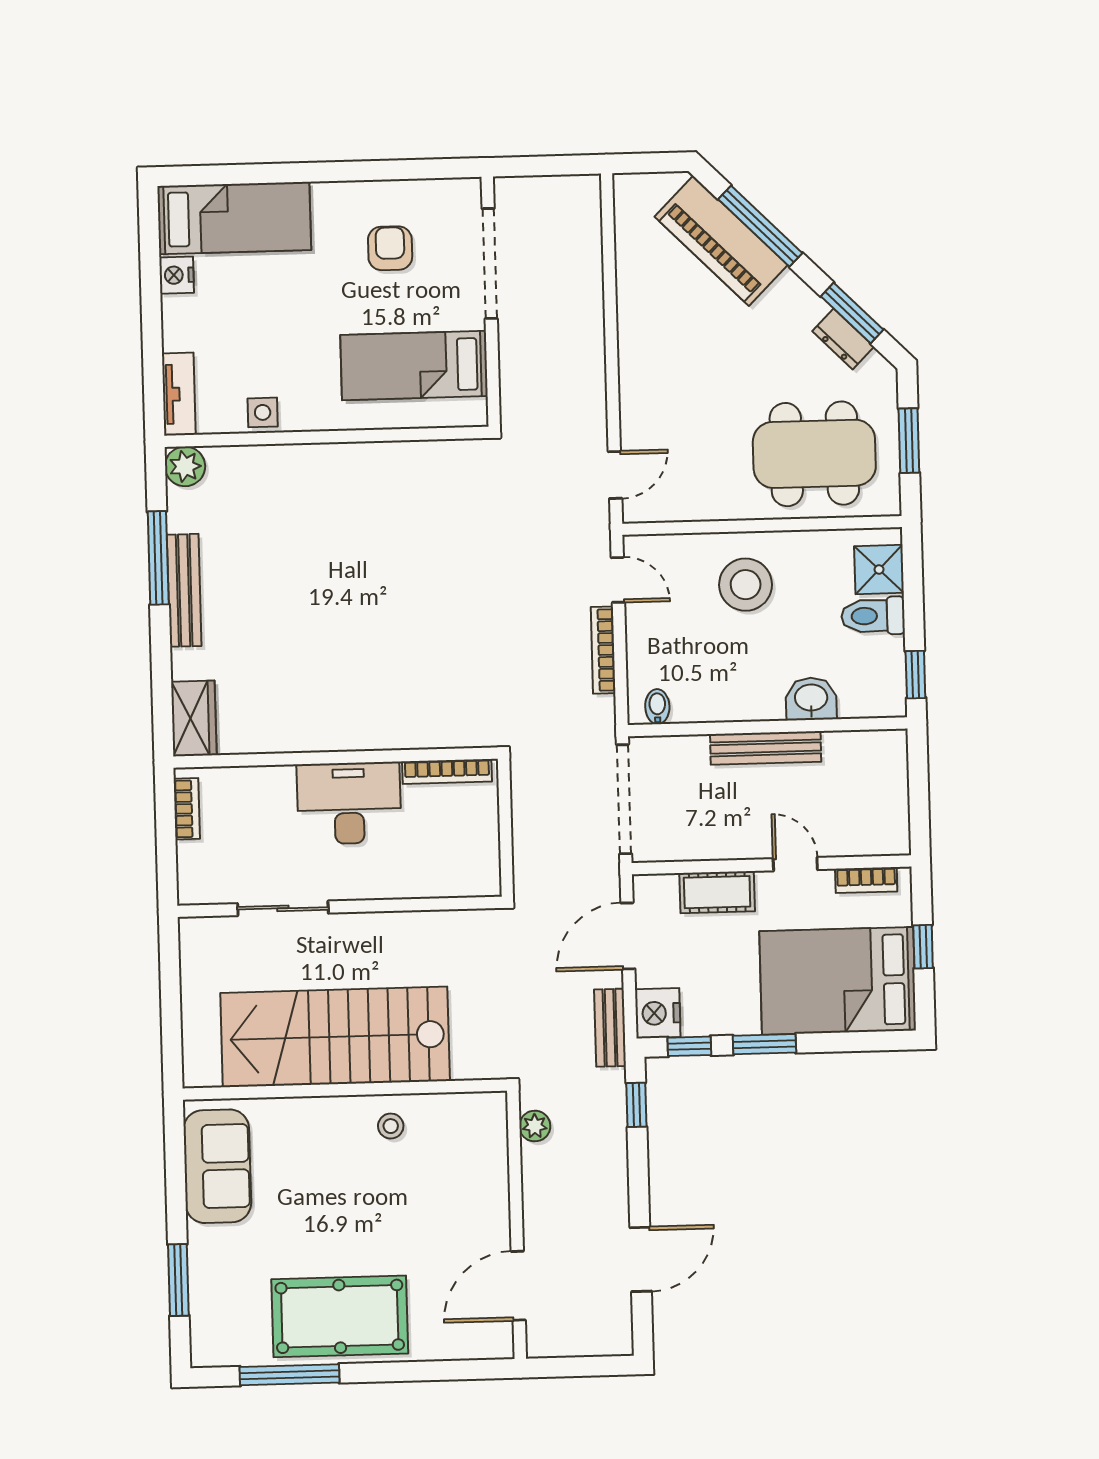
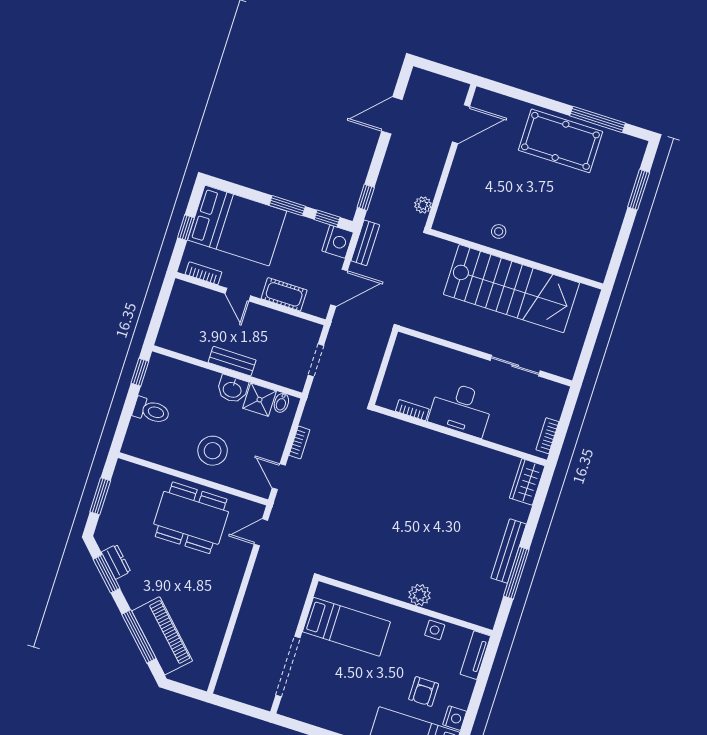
armchair: (390, 248) -> (424, 692), moved
dining table: (814, 454) -> (191, 518), moved
plant: (185, 466) -> (420, 595), moved
shower: (879, 569) -> (260, 400), moved
bookcase: (603, 650) -> (299, 443), width x0.64
washbasin: (811, 699) -> (232, 389), moved
bench: (766, 748) -> (232, 361), width x0.73
bookcase: (447, 771) -> (412, 410), width x0.64
doorway: (624, 799) -> (316, 360), width x0.53
sofa: (217, 1166) -> (597, 242), removed

